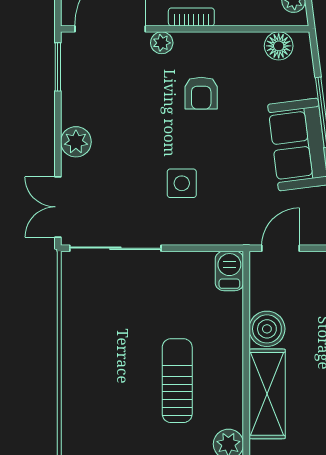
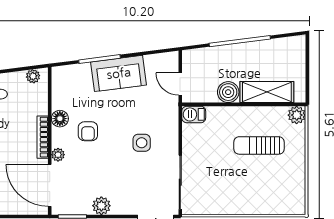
bookcase: (191, 17) -> (43, 137), width x1.56
floor lamp: (279, 46) -> (60, 119), moved
armchair: (201, 93) -> (88, 131), turned 90
plant: (76, 142) -> (101, 206), moved

